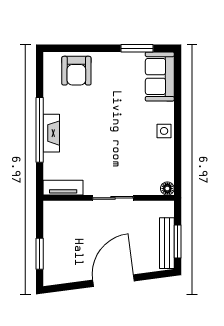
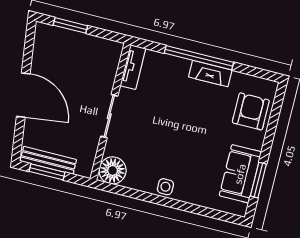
armchair: (76, 71) -> (251, 111), turned 90
sofa: (160, 77) -> (240, 174), moved, turned -90
fireplace: (51, 133) -> (210, 74), moved
floor lamp: (167, 188) -> (113, 170), width x1.89, depth x1.89

